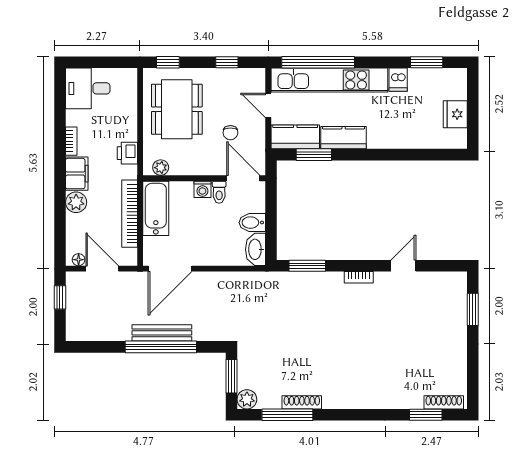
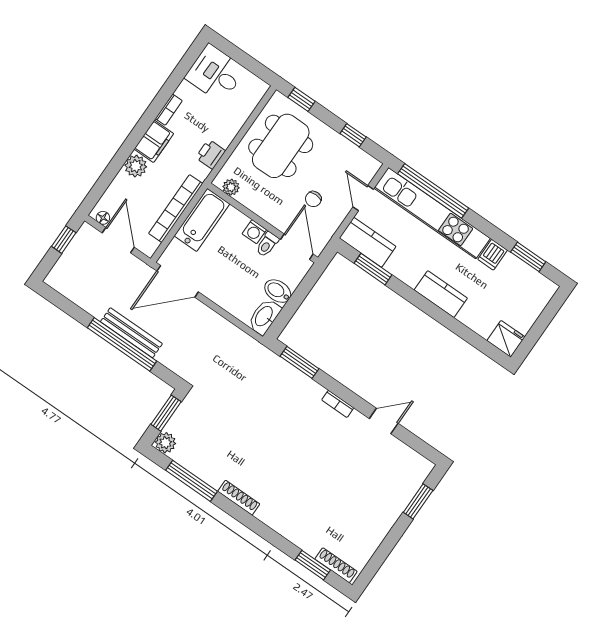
fridge: (455, 114) -> (506, 339), moved, turned 90
kitchen counter: (344, 138) -> (441, 294), moved
shoe rack: (302, 402) -> (239, 498), moved

